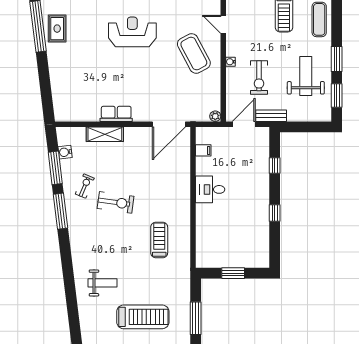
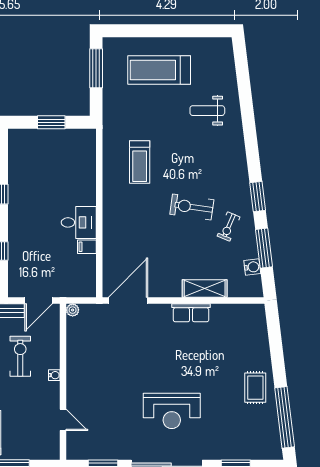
rug: (57, 29) -> (255, 388), moved
coffee table: (194, 53) -> (98, 385), removed
filing cabinet: (203, 150) -> (87, 247), moved
window: (61, 211) -> (258, 197), width x0.69

